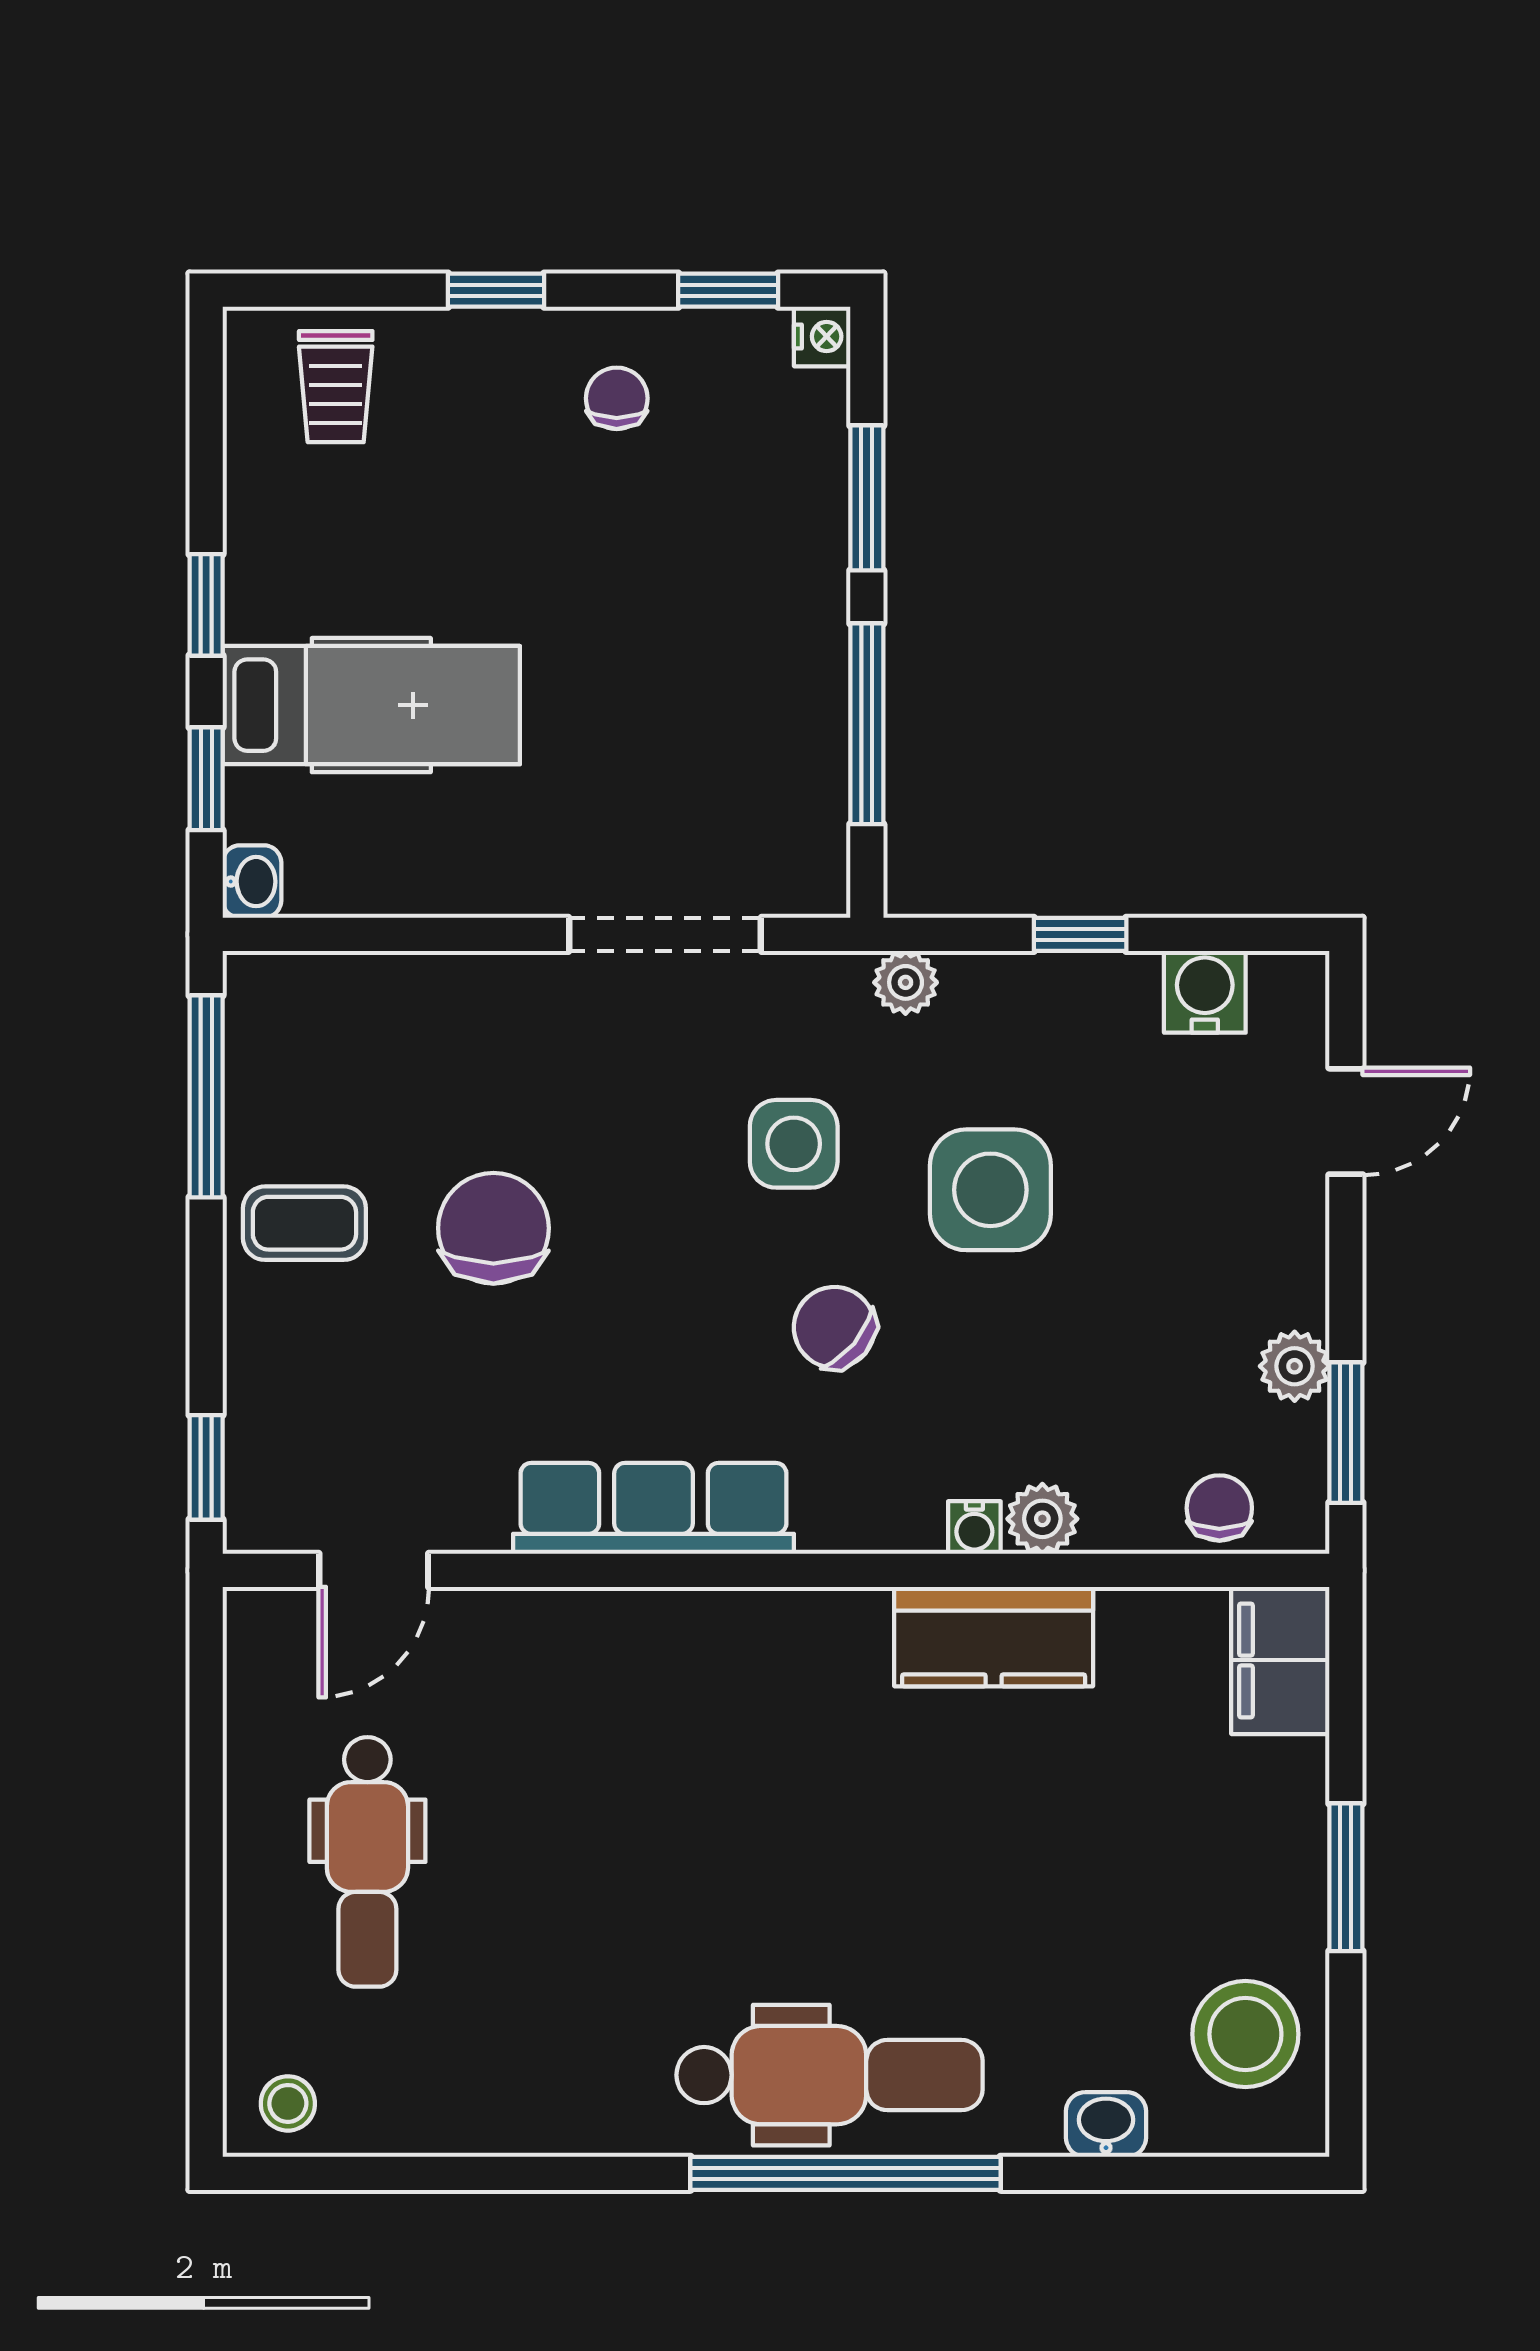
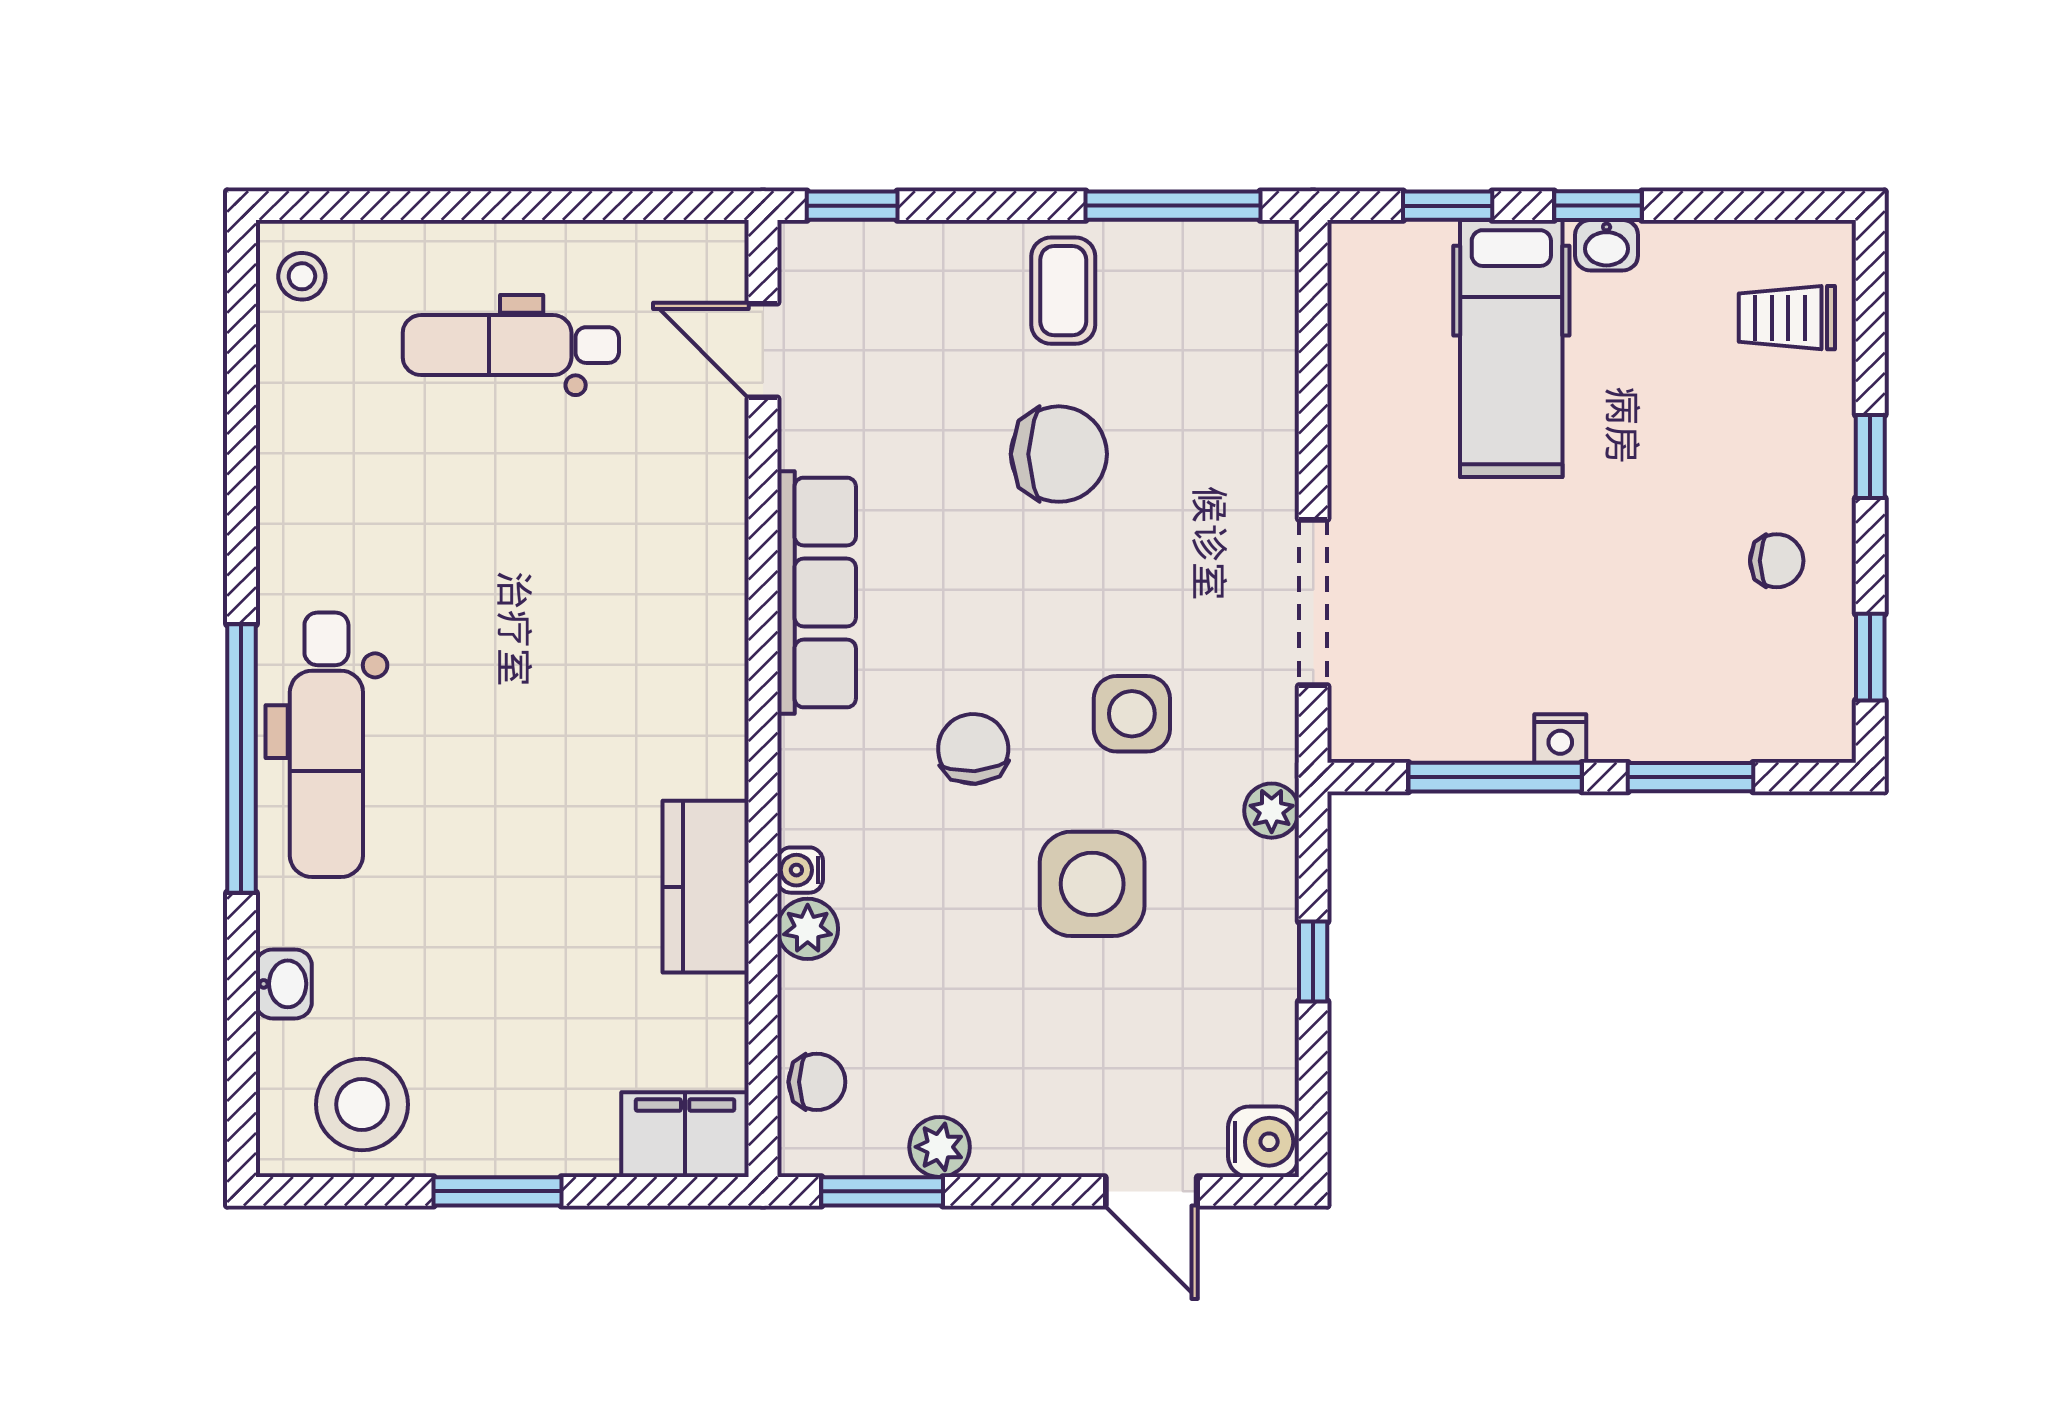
nightstand: (822, 336) -> (1560, 738), moved
washbasin: (252, 882) -> (1607, 245), moved
water cooler: (1205, 992) -> (1263, 1142), moved
chair: (834, 1327) -> (973, 749), turned -44

